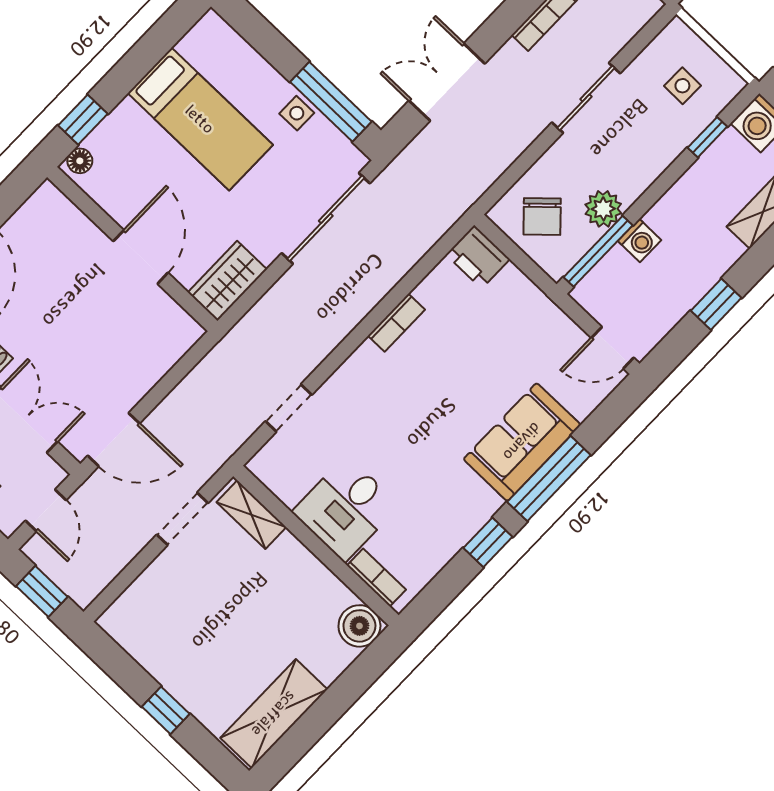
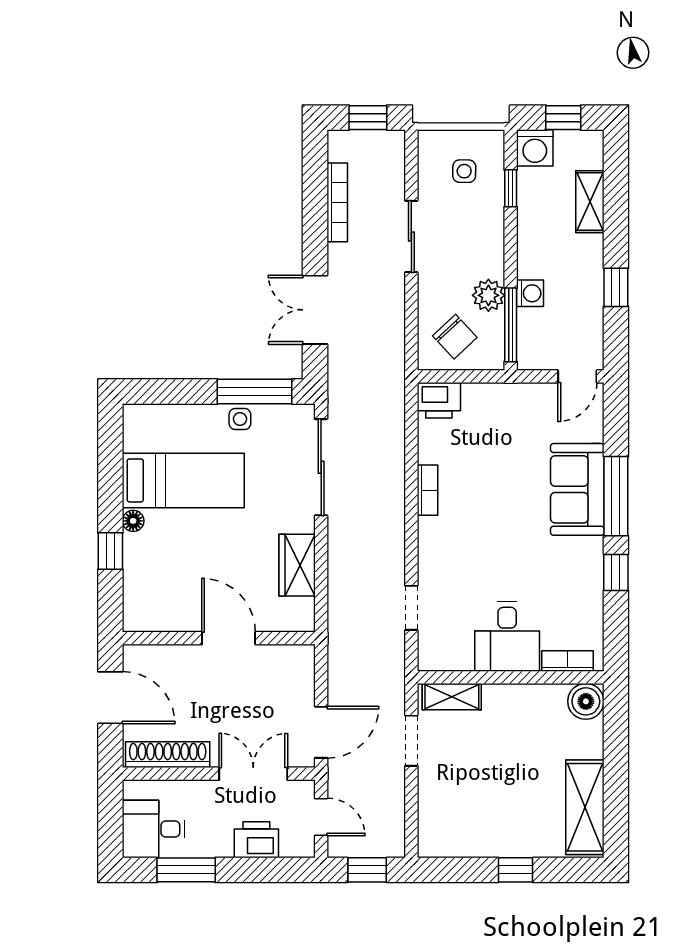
floor lamp: (80, 161) -> (133, 521), moved
wall: (132, 249) -> (219, 638), moved
door: (141, 257) -> (229, 638), moved

